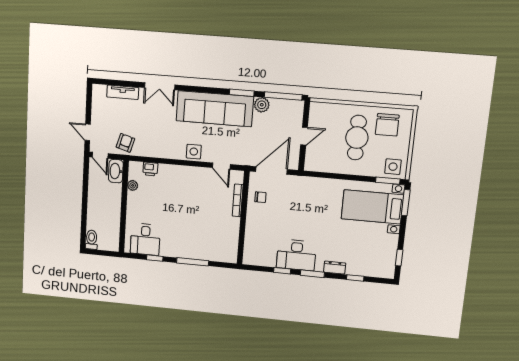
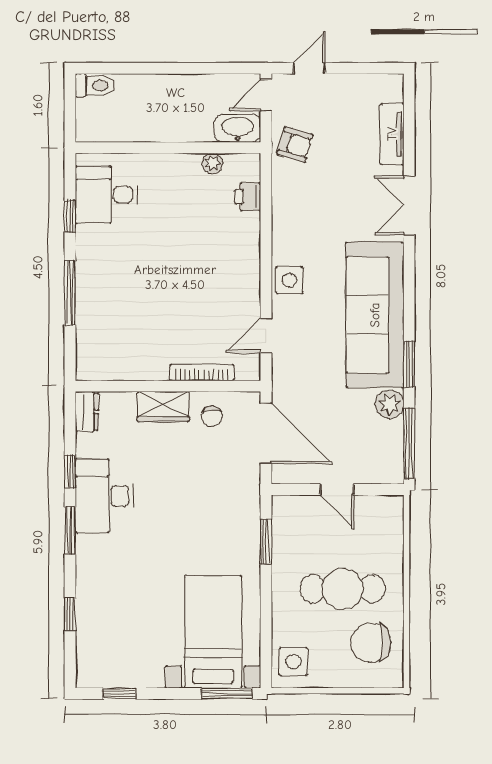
window: (388, 181) -> (266, 542), moved
wardrobe: (253, 221) -> (163, 406), added
dresser: (335, 268) -> (87, 412), moved

